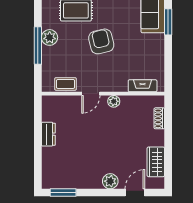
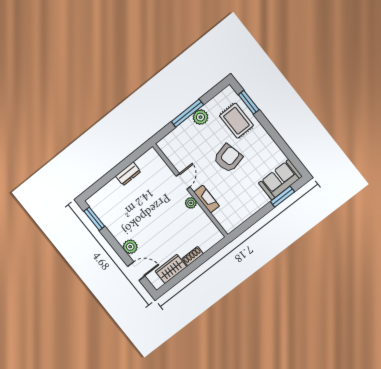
coffee table: (65, 84) -> (175, 157), removed
fireplace: (143, 86) -> (207, 199), moved
door: (91, 94) -> (183, 181), swing flipped
shoe rack: (159, 118) -> (193, 256), moved

